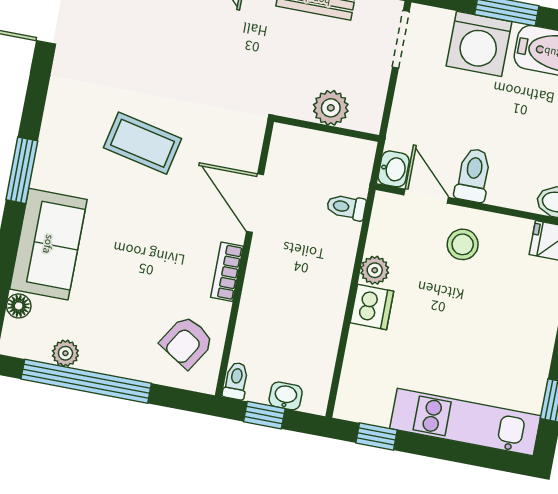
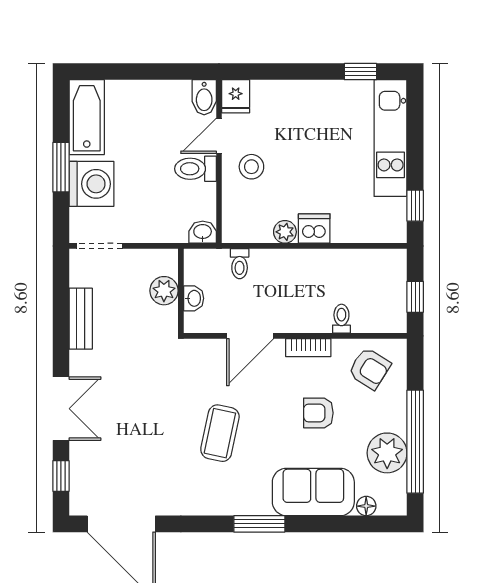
door: (426, 196) -> (219, 136), moved
armchair: (144, 269) -> (318, 413), added
plant: (65, 353) -> (387, 453), width x1.87, depth x1.87
toilet: (236, 381) -> (341, 319), moved, turned 90
washbasin: (286, 396) -> (194, 298), moved, turned 180

